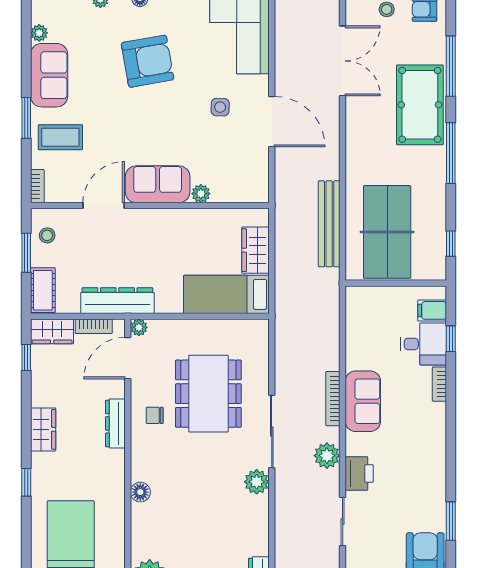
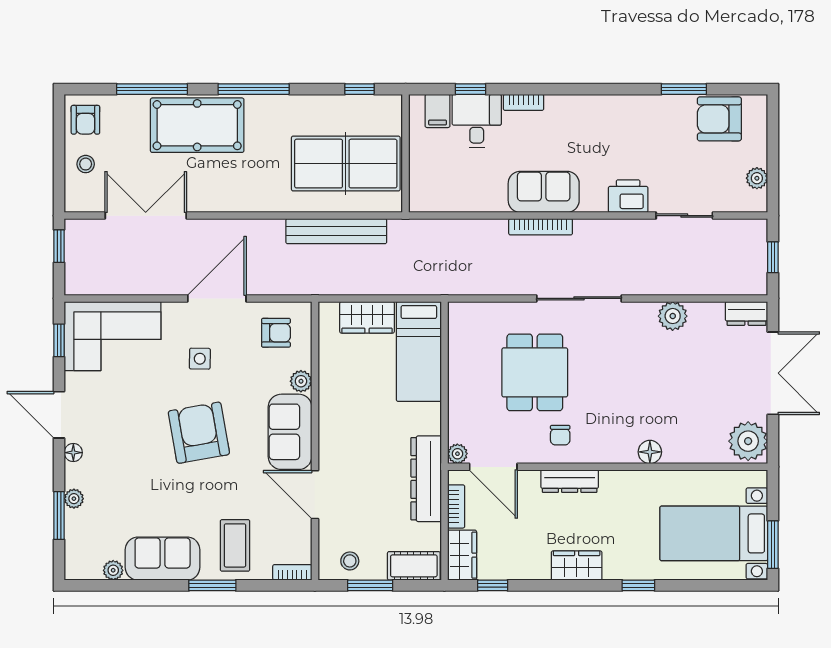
armchair: (148, 61) -> (199, 433), moved
armchair: (242, 172) -> (276, 333), added
dining table: (208, 394) -> (535, 372), width x0.73
plant: (327, 456) -> (607, 234), removed
plant: (257, 482) -> (673, 316), moved

